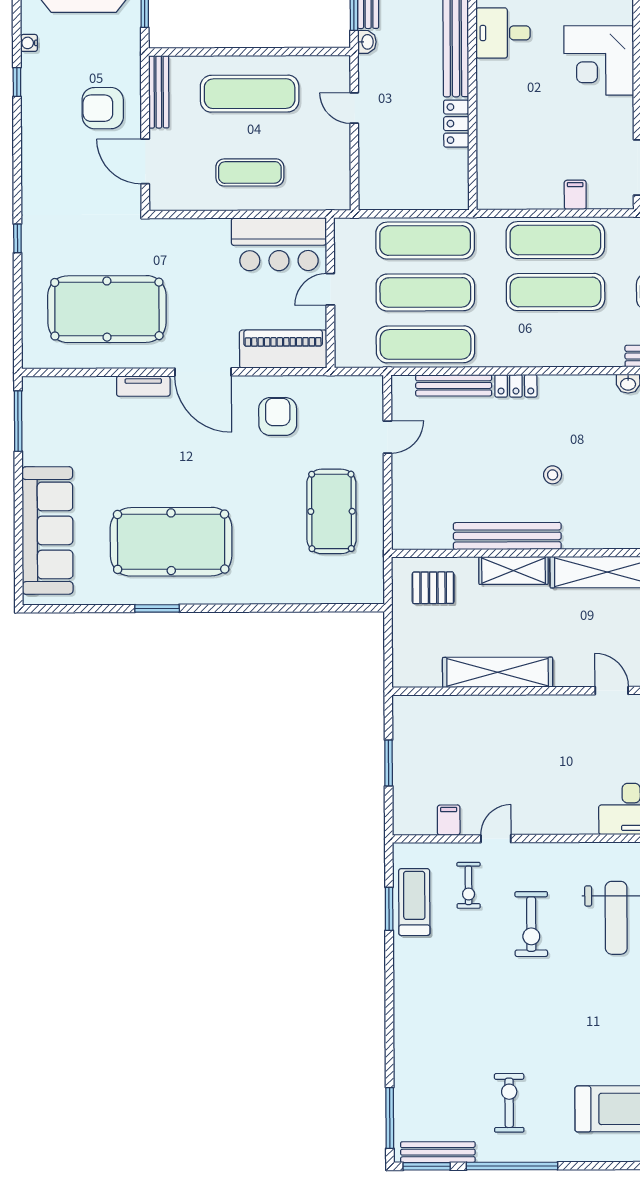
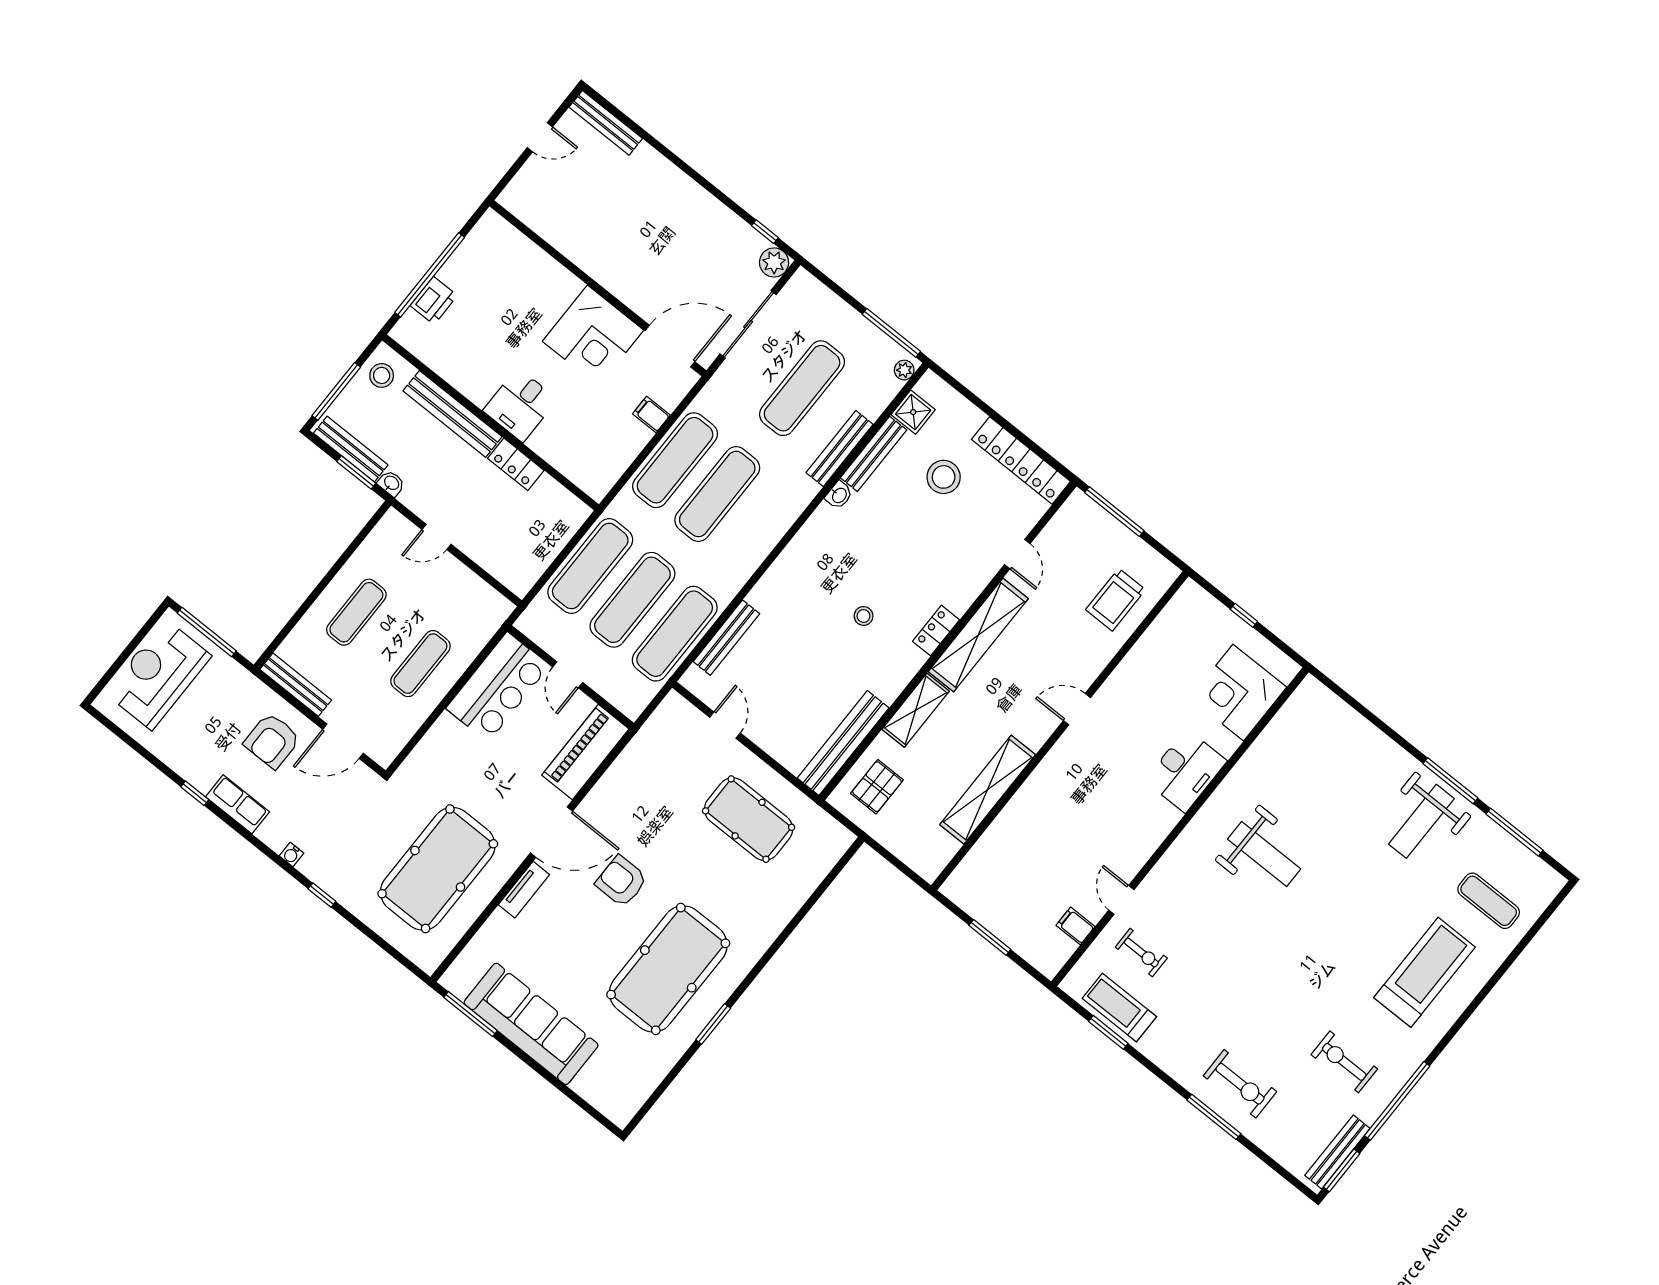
desk: (503, 33) -> (520, 405), moved
water cooler: (29, 43) -> (292, 854), moved
corner desk: (599, 60) -> (593, 336), moved
exercise mat: (250, 94) -> (356, 612), width x0.73, depth x0.69
row of seats: (34, 121) -> (238, 804), added
locker: (516, 386) -> (936, 631), moved, turned 180
armchair: (278, 416) -> (621, 881), moved
sofa: (47, 530) -> (531, 1024), moved
bench: (507, 536) -> (843, 743), moved
exercise bike: (531, 924) -> (1240, 1084), moved
window: (390, 1118) -> (1214, 1117), moved

